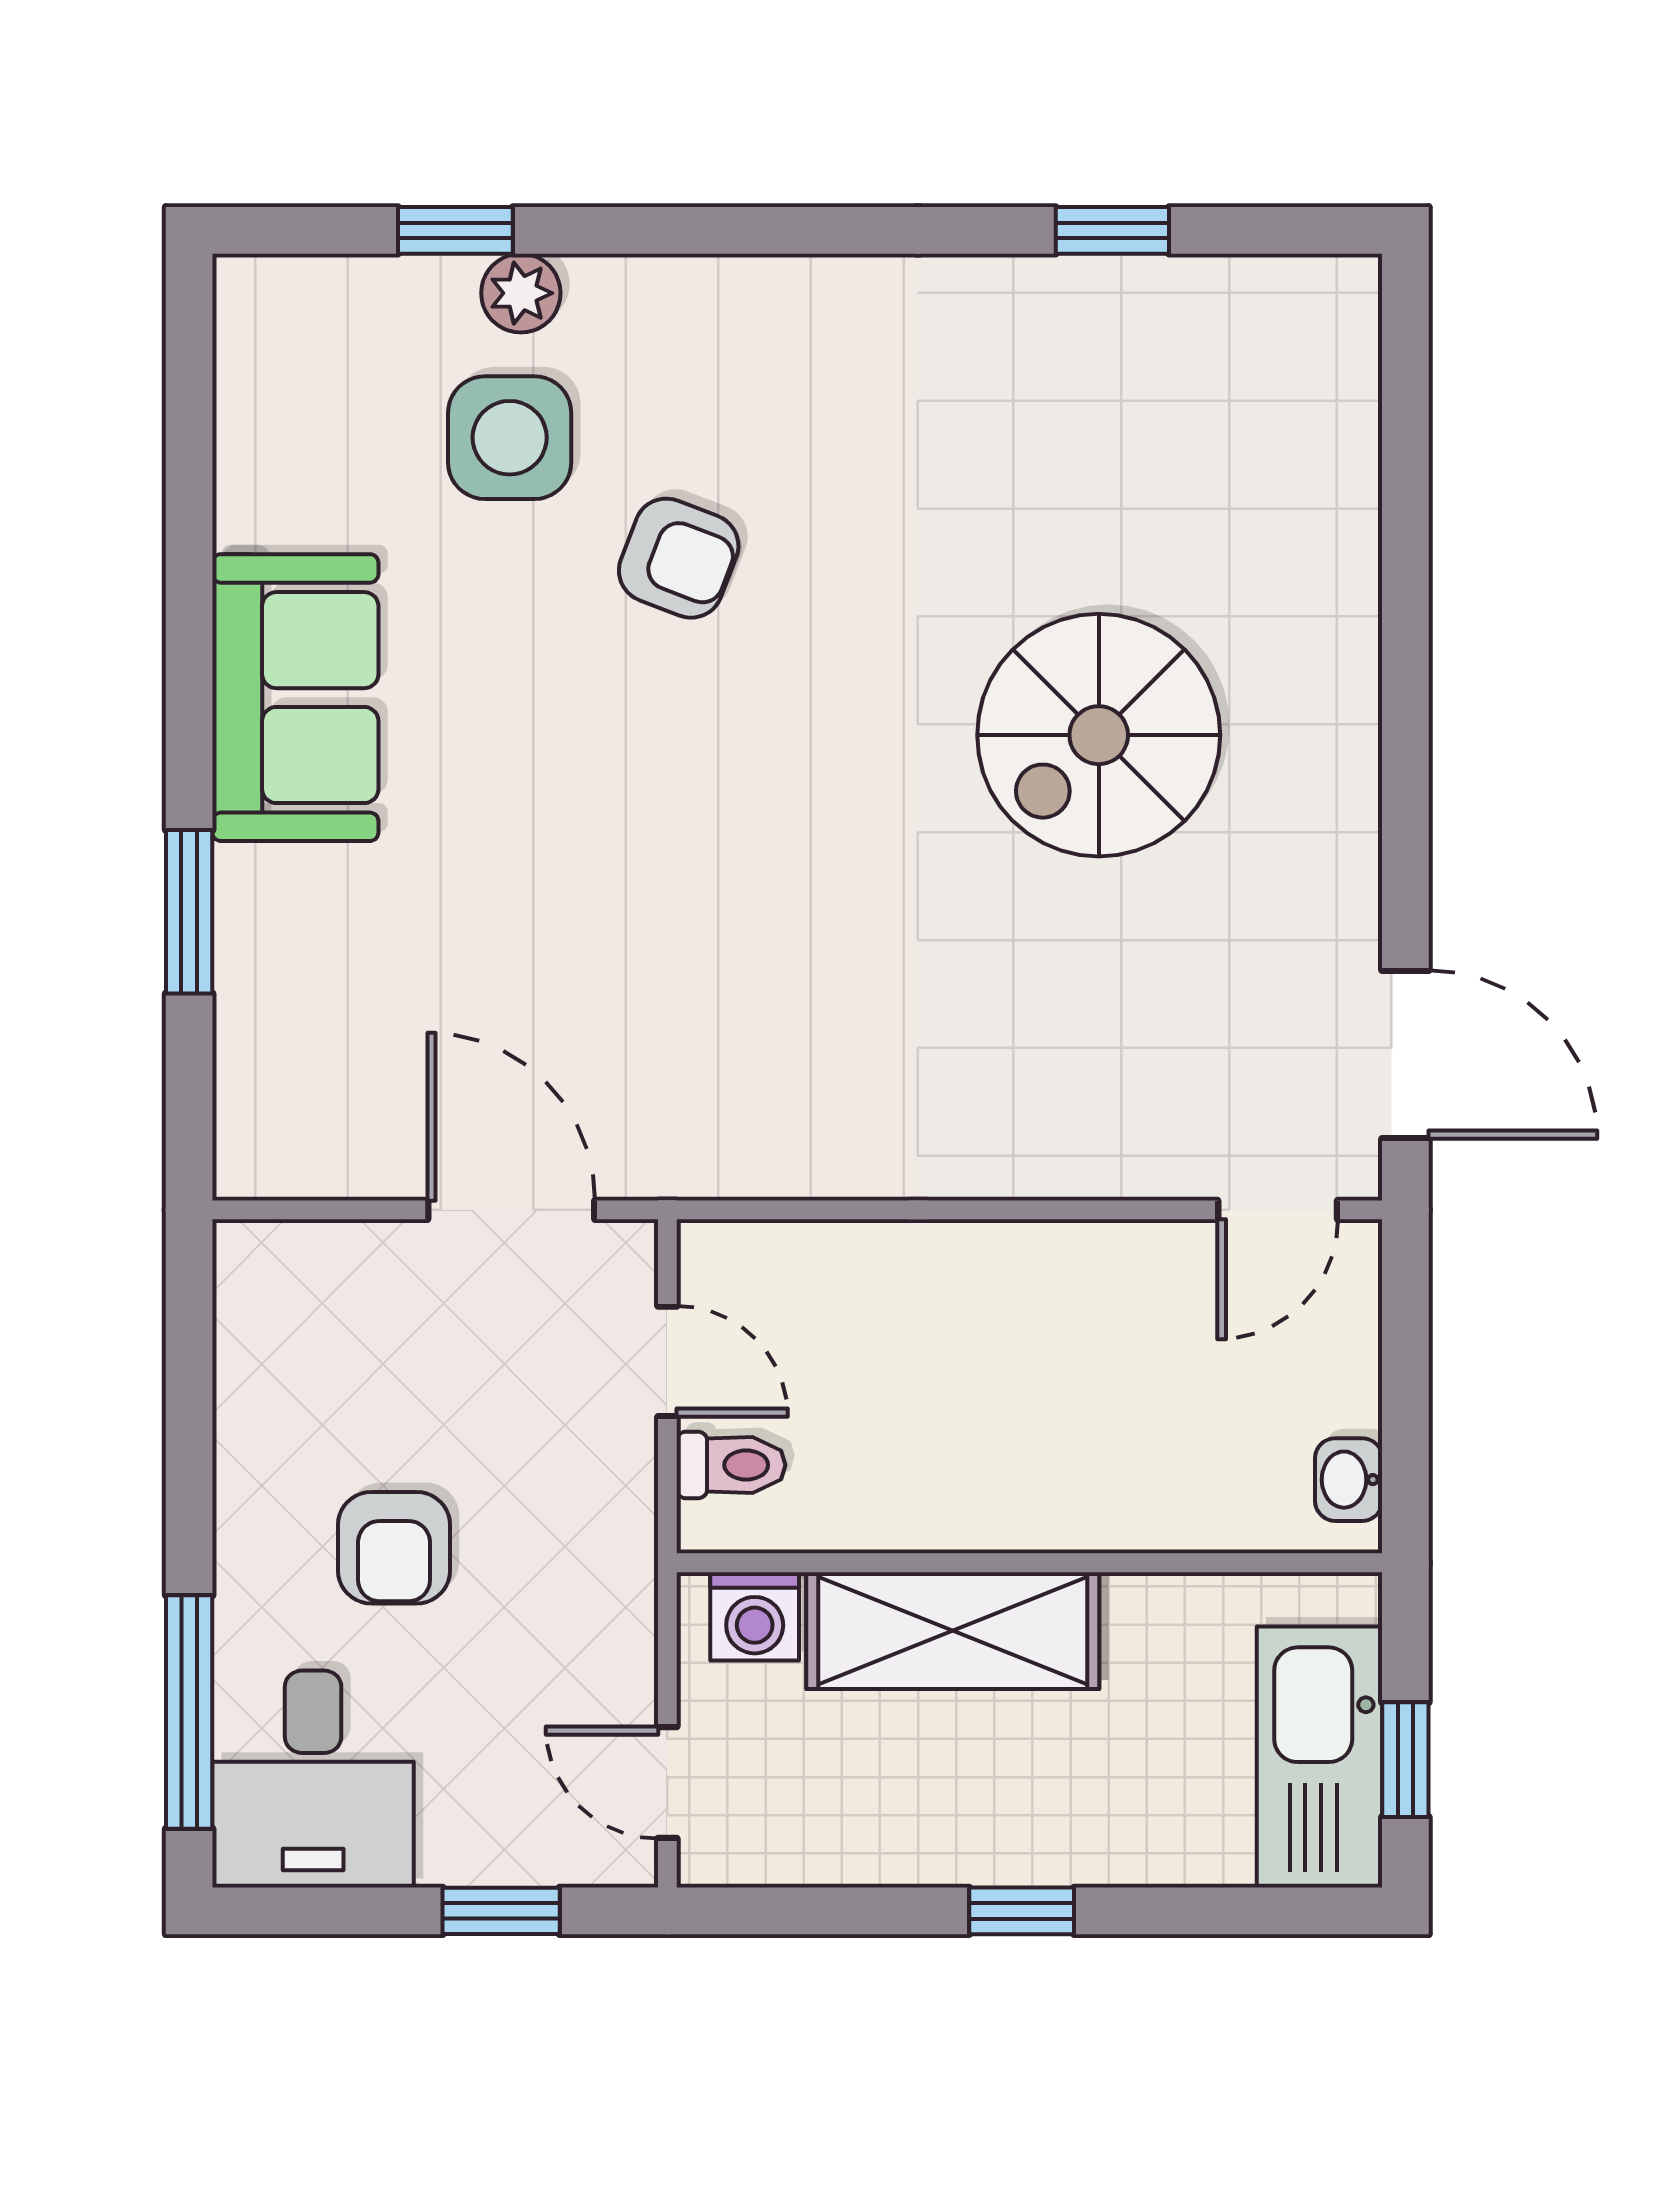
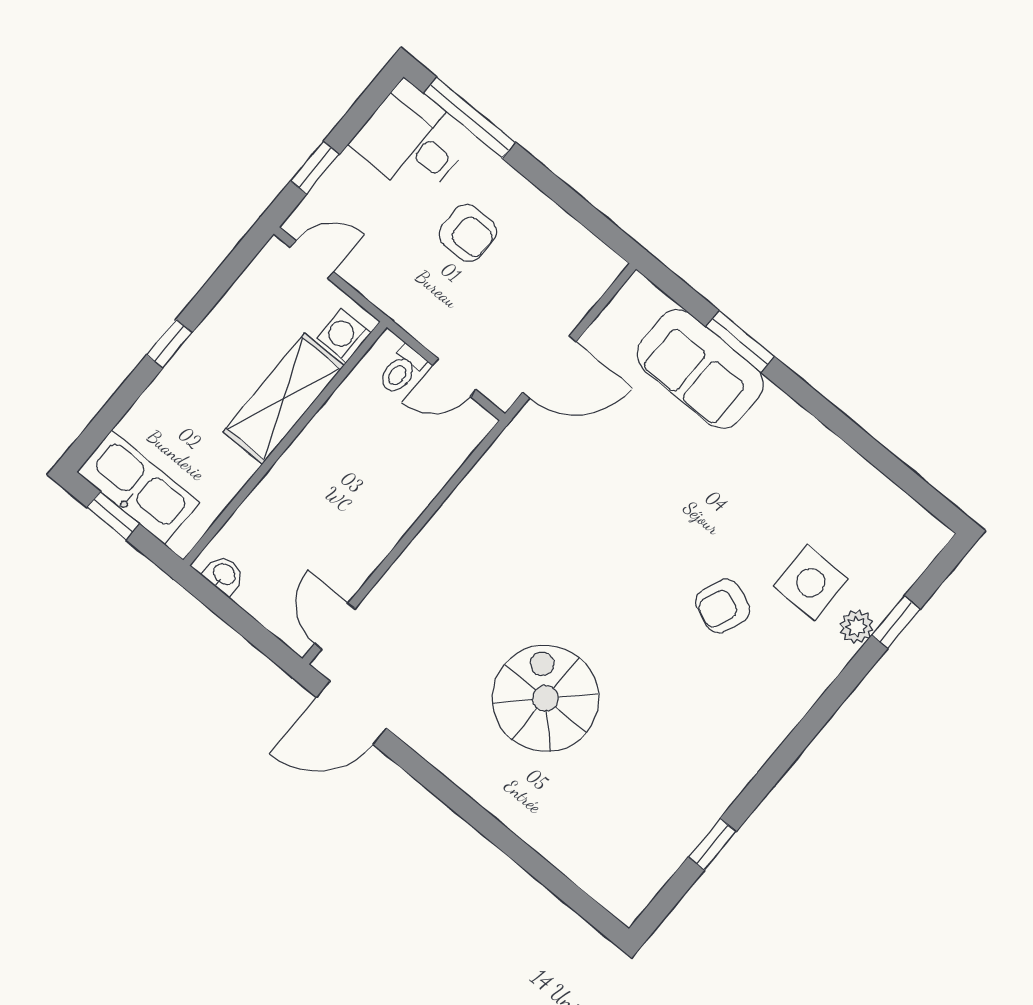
sofa: (295, 698) -> (700, 369), moved
armchair: (394, 1548) -> (468, 233), turned 180

